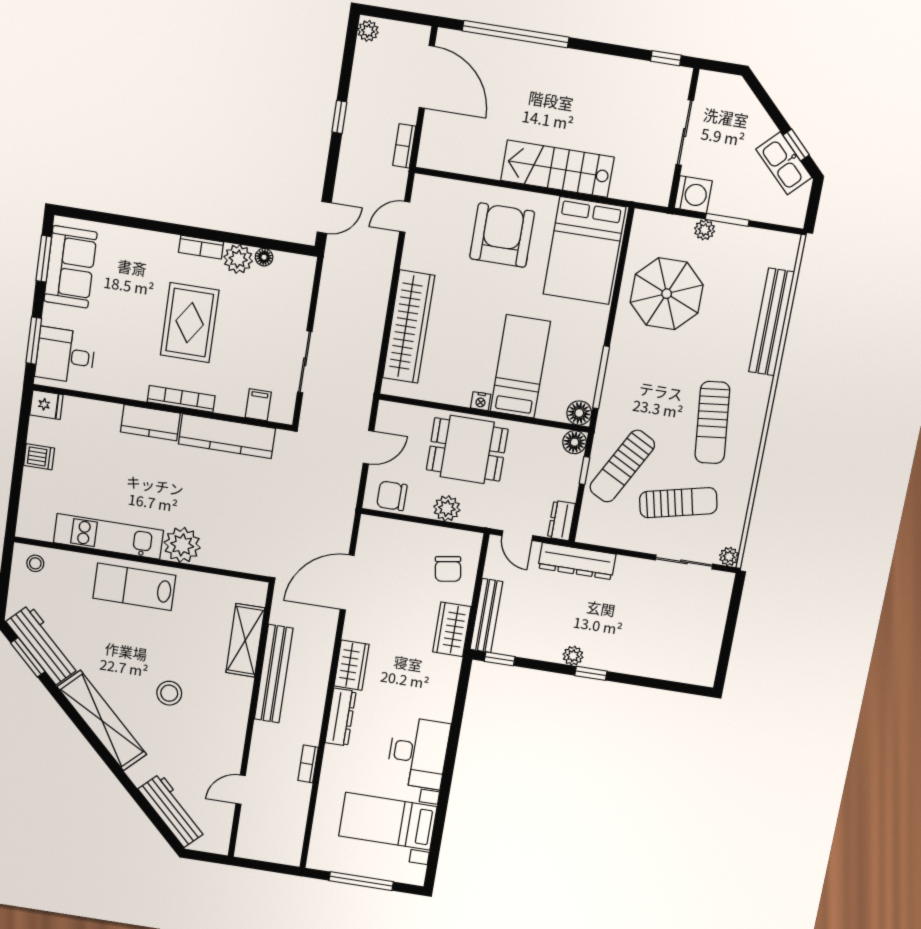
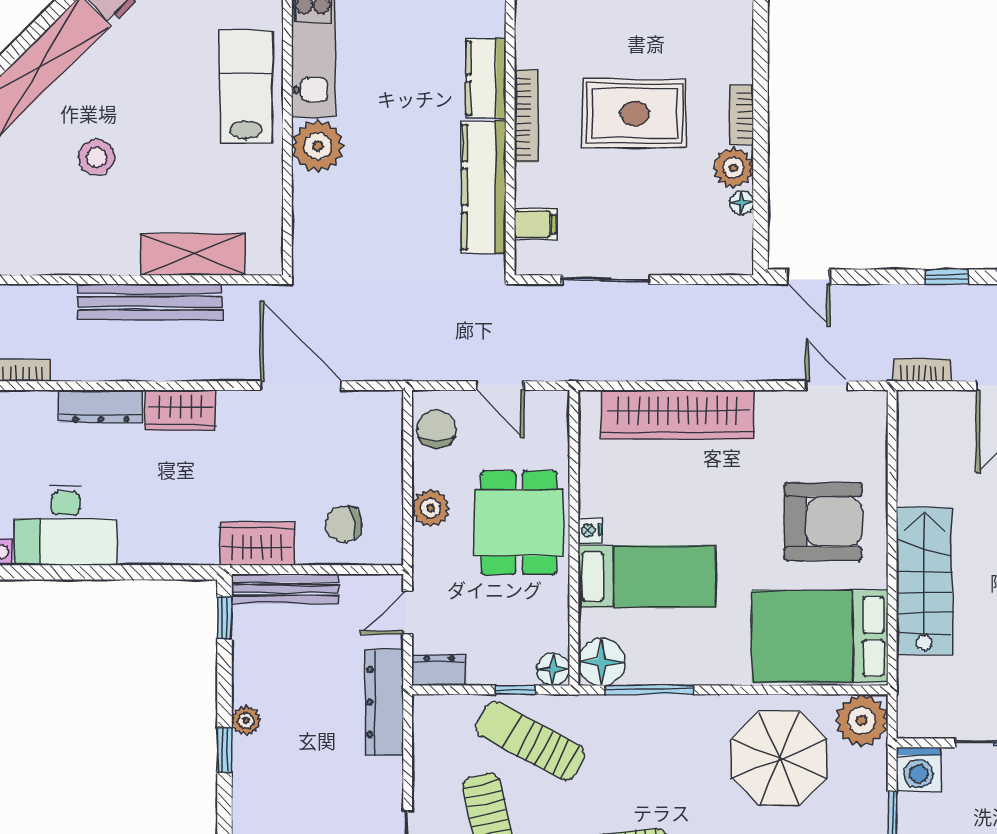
plant: (705, 230) -> (861, 720), moved, width x1.88, depth x1.88
floor lamp: (579, 413) -> (602, 662), width x1.38, depth x1.38

